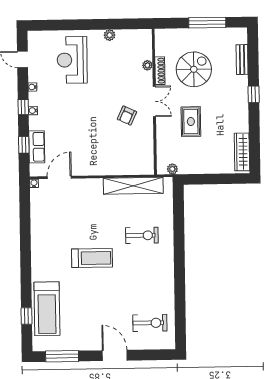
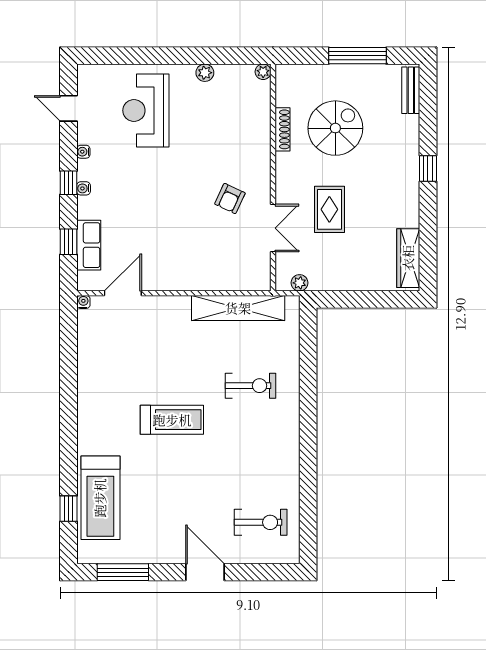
bench: (242, 60) -> (411, 90), moved
plant: (147, 65) -> (263, 72), moved
double door: (154, 101) -> (273, 228), moved

